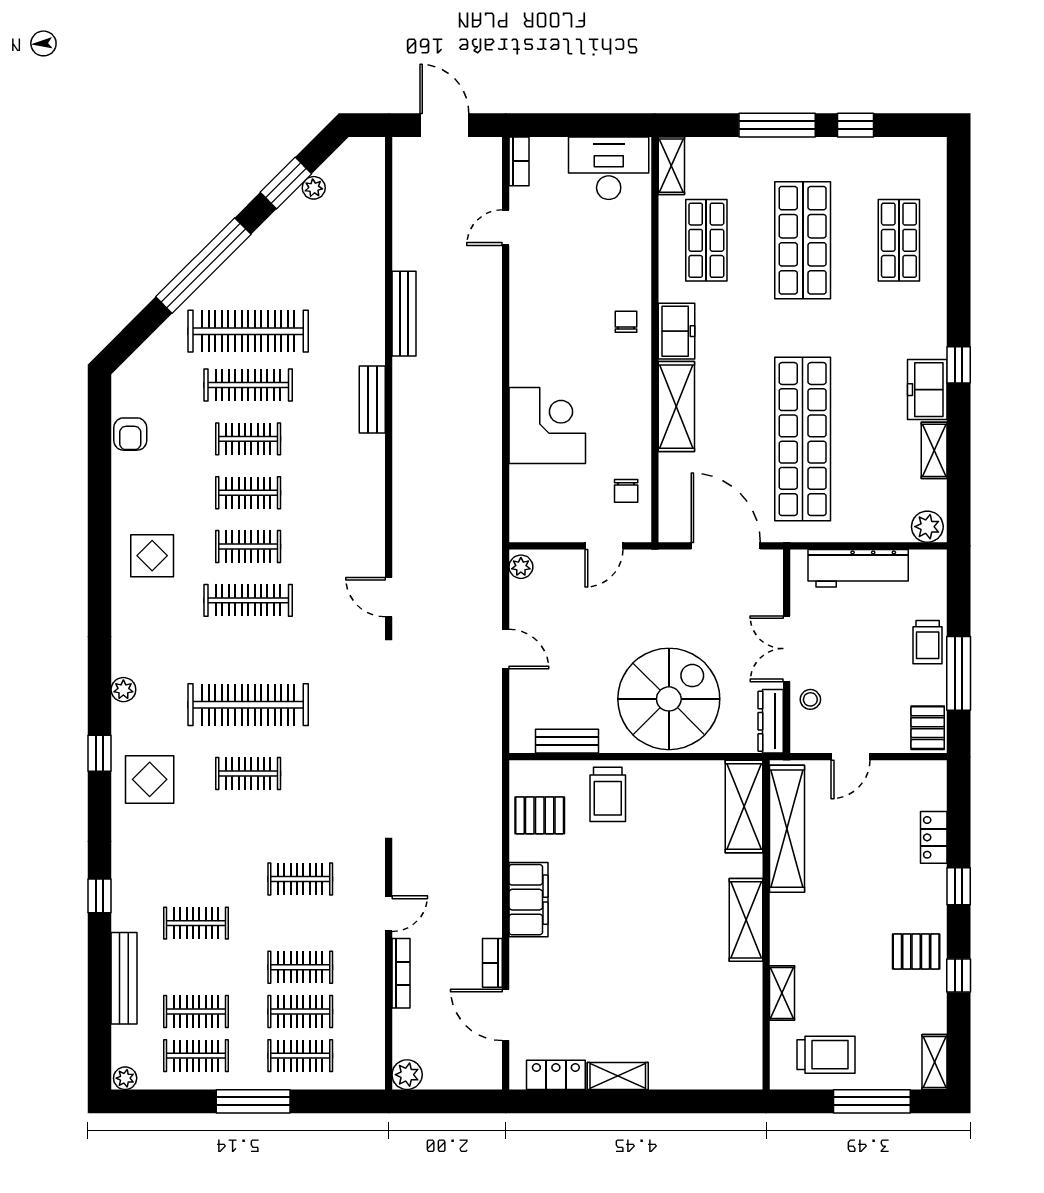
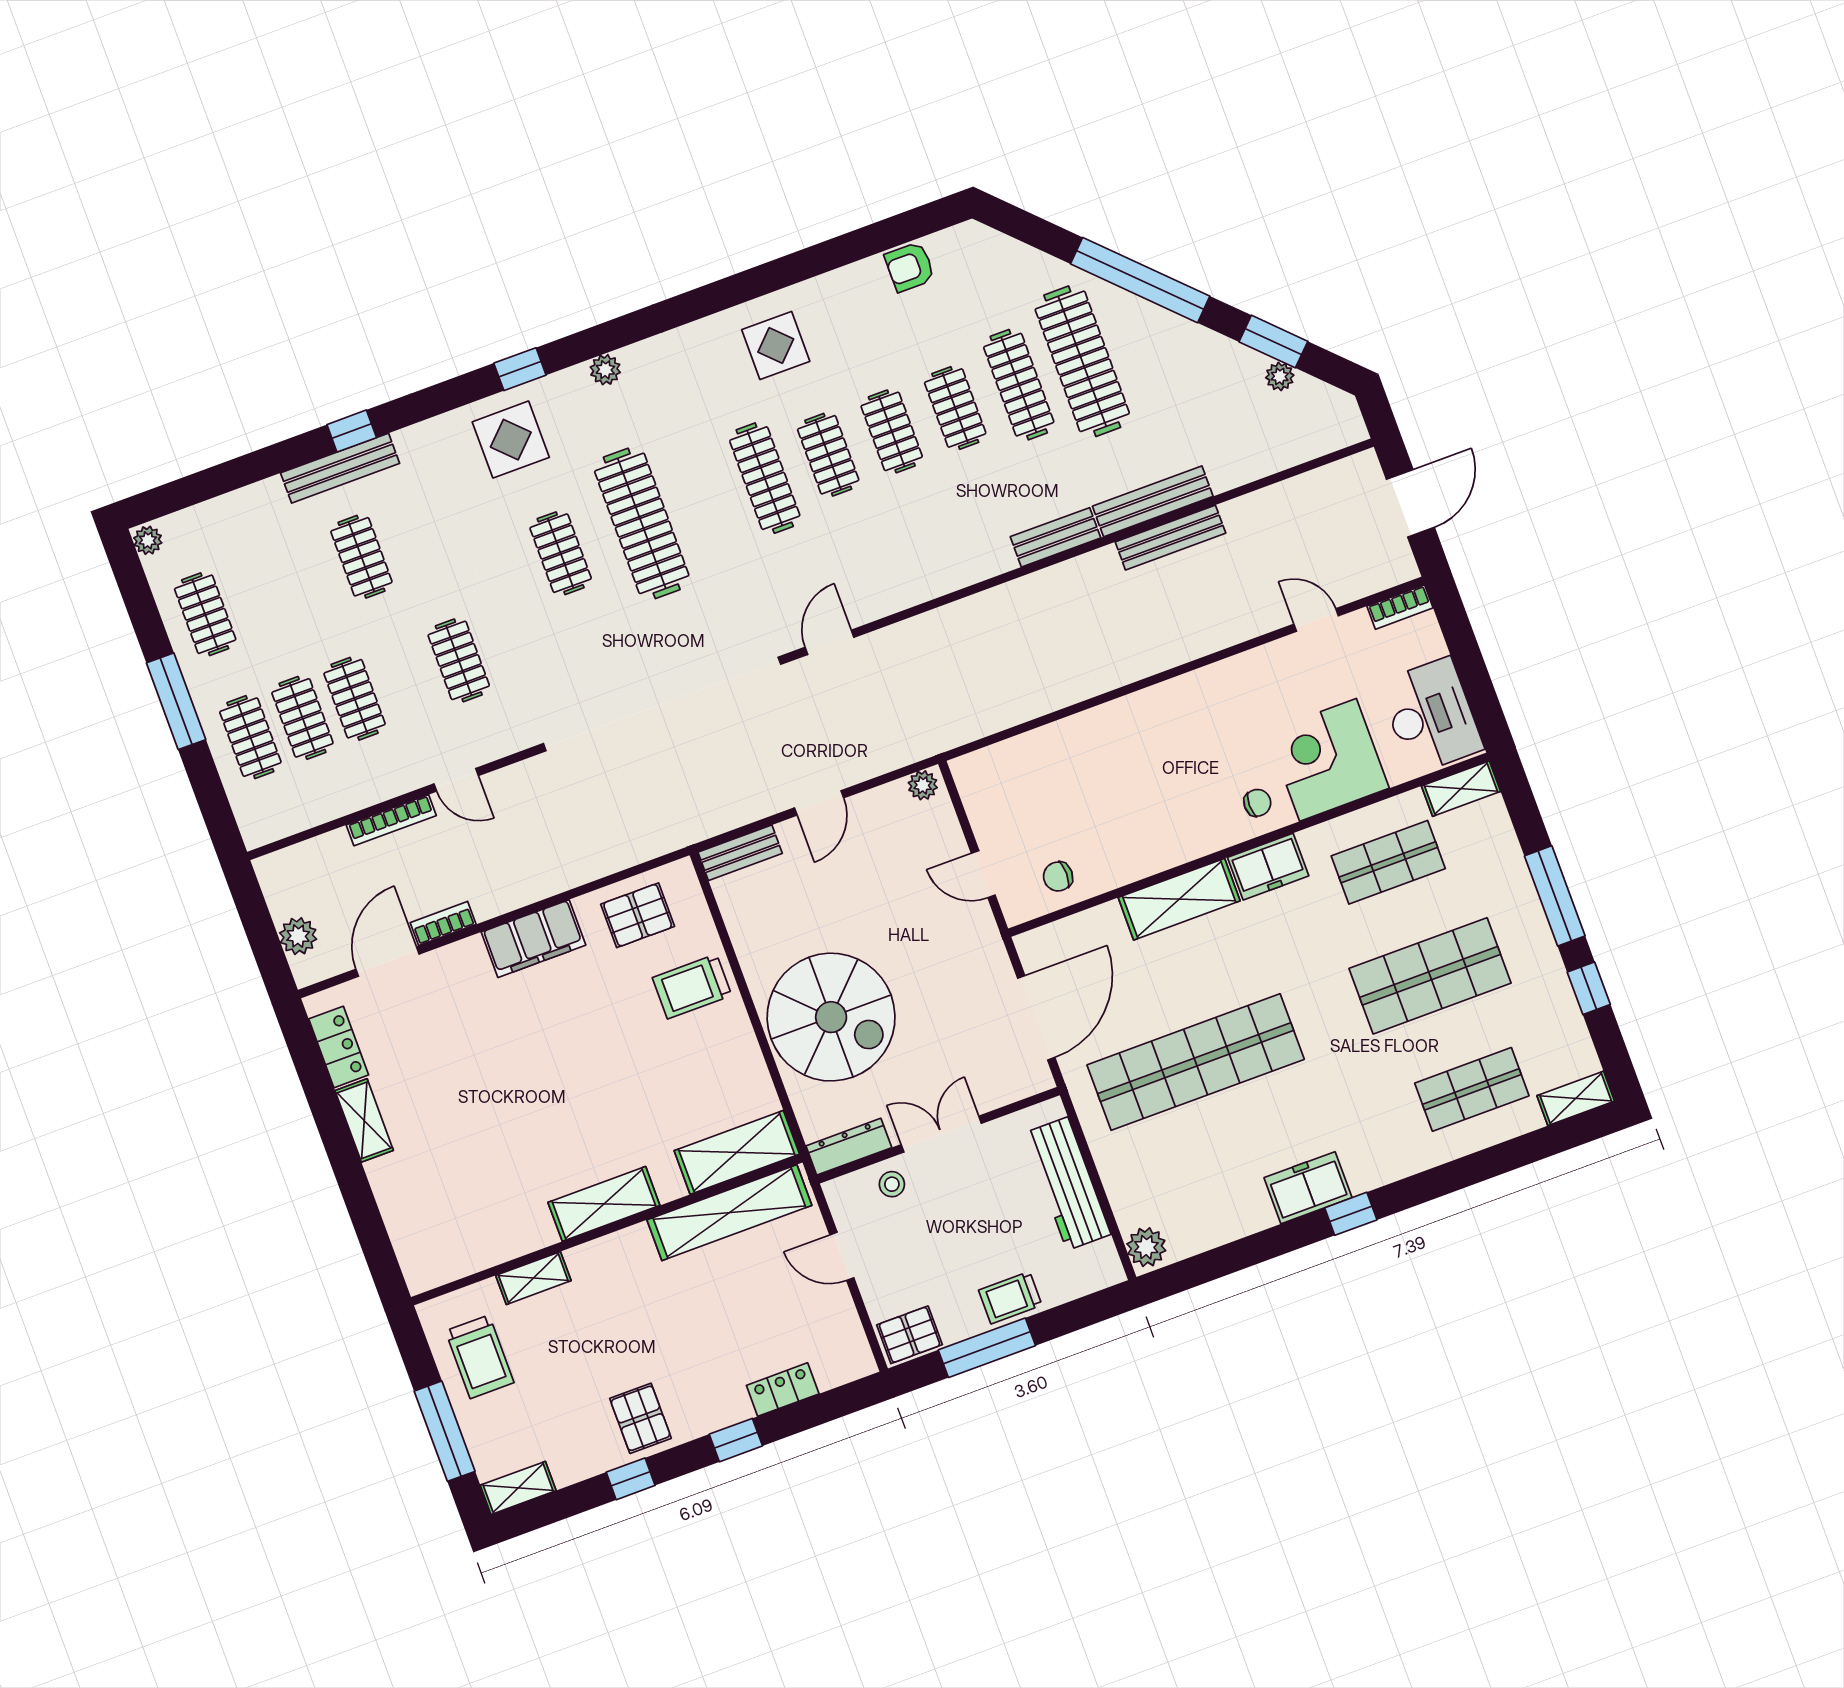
bench: (372, 317) -> (1153, 501), added
corner desk: (547, 425) -> (1328, 760), moved, turned 180
shelving: (934, 450) -> (1576, 1098), moved
bench: (567, 741) -> (740, 853), moved, turned 90
pallet: (540, 815) -> (638, 915), turned 90
bench: (124, 978) -> (340, 468), moved
clothes rail: (196, 1011) -> (257, 595), removed
plant: (407, 1075) -> (298, 936), moved

